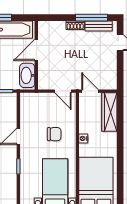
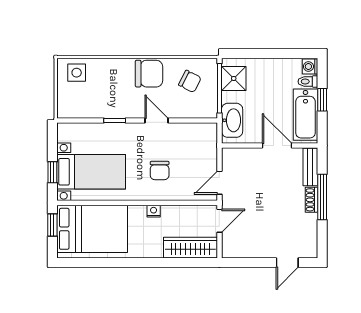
window: (91, 18) -> (322, 197), moved
bench: (99, 26) -> (310, 167), moved
washbasin: (27, 75) -> (232, 120), moved, turned 90

